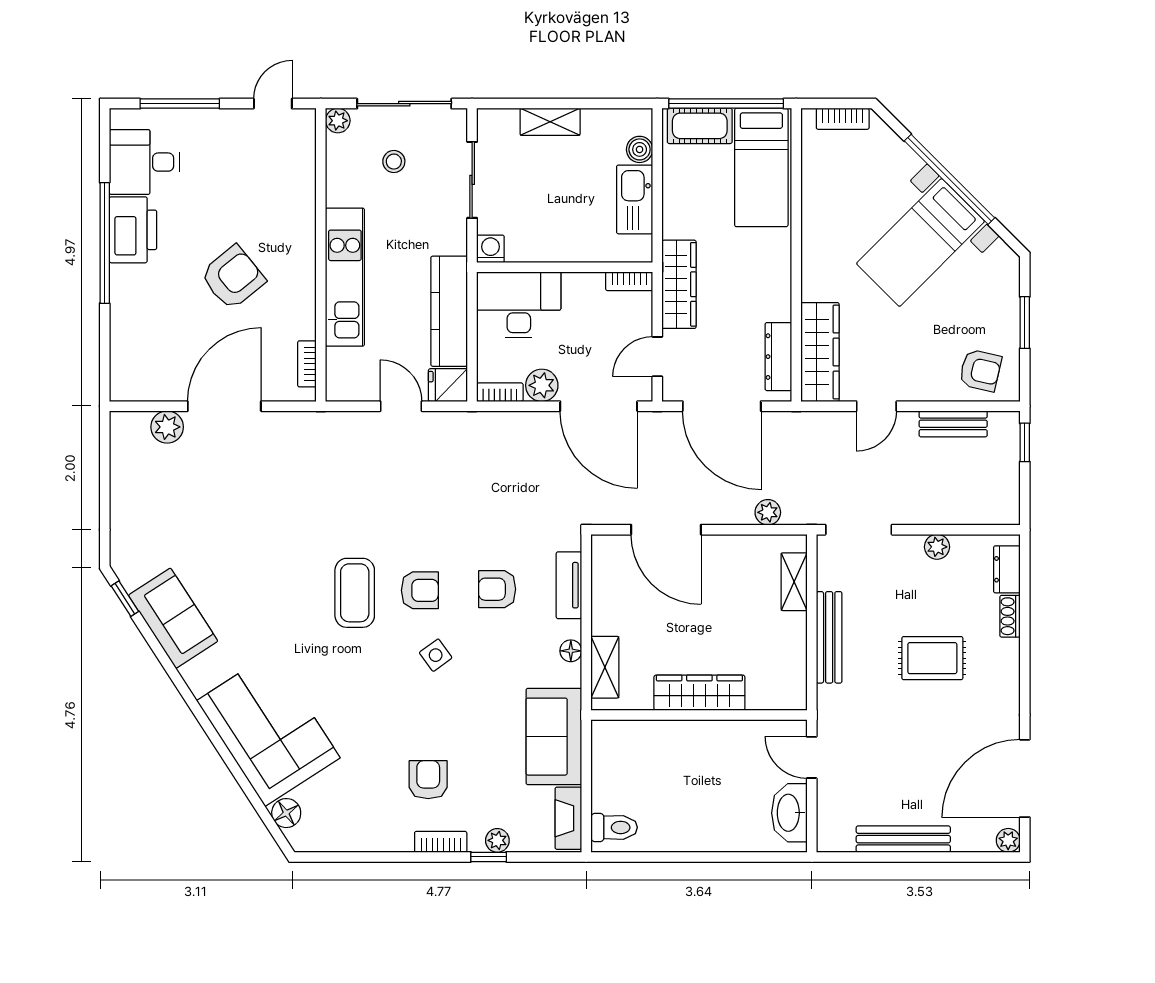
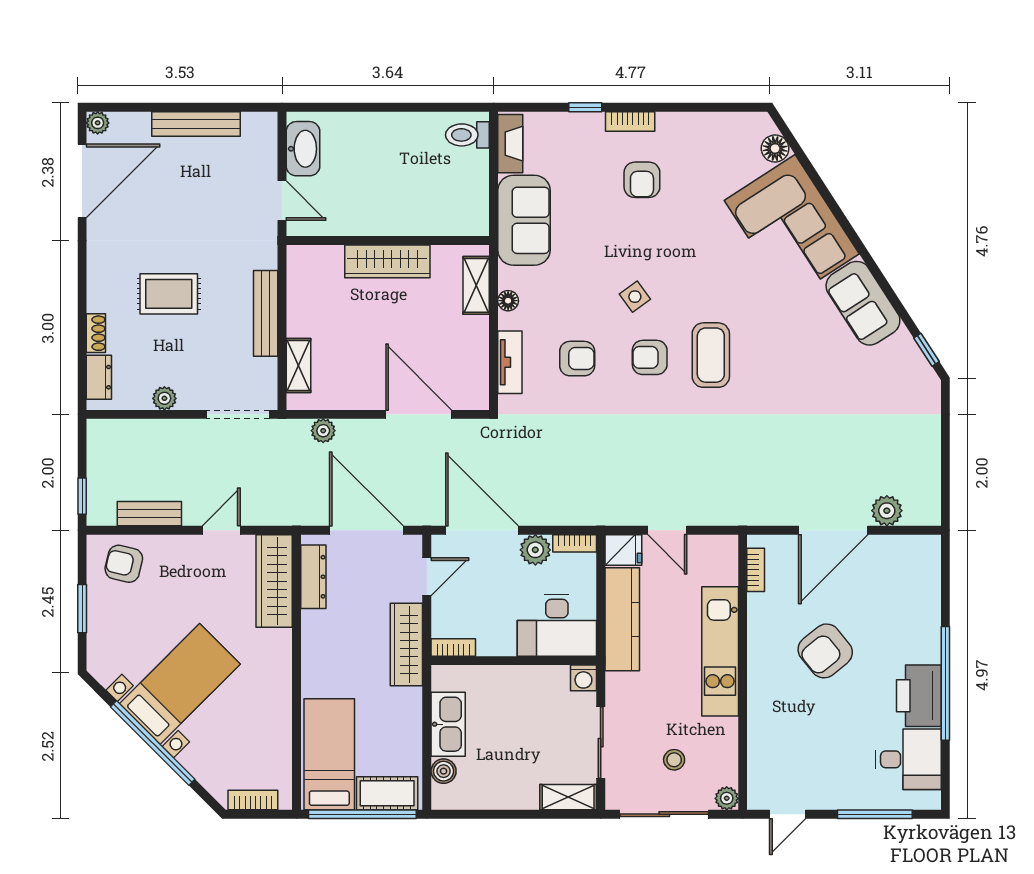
shelving: (550, 122) -> (568, 797), moved
sofa: (173, 618) -> (863, 303), moved
plant: (497, 840) -> (577, 123), removed

